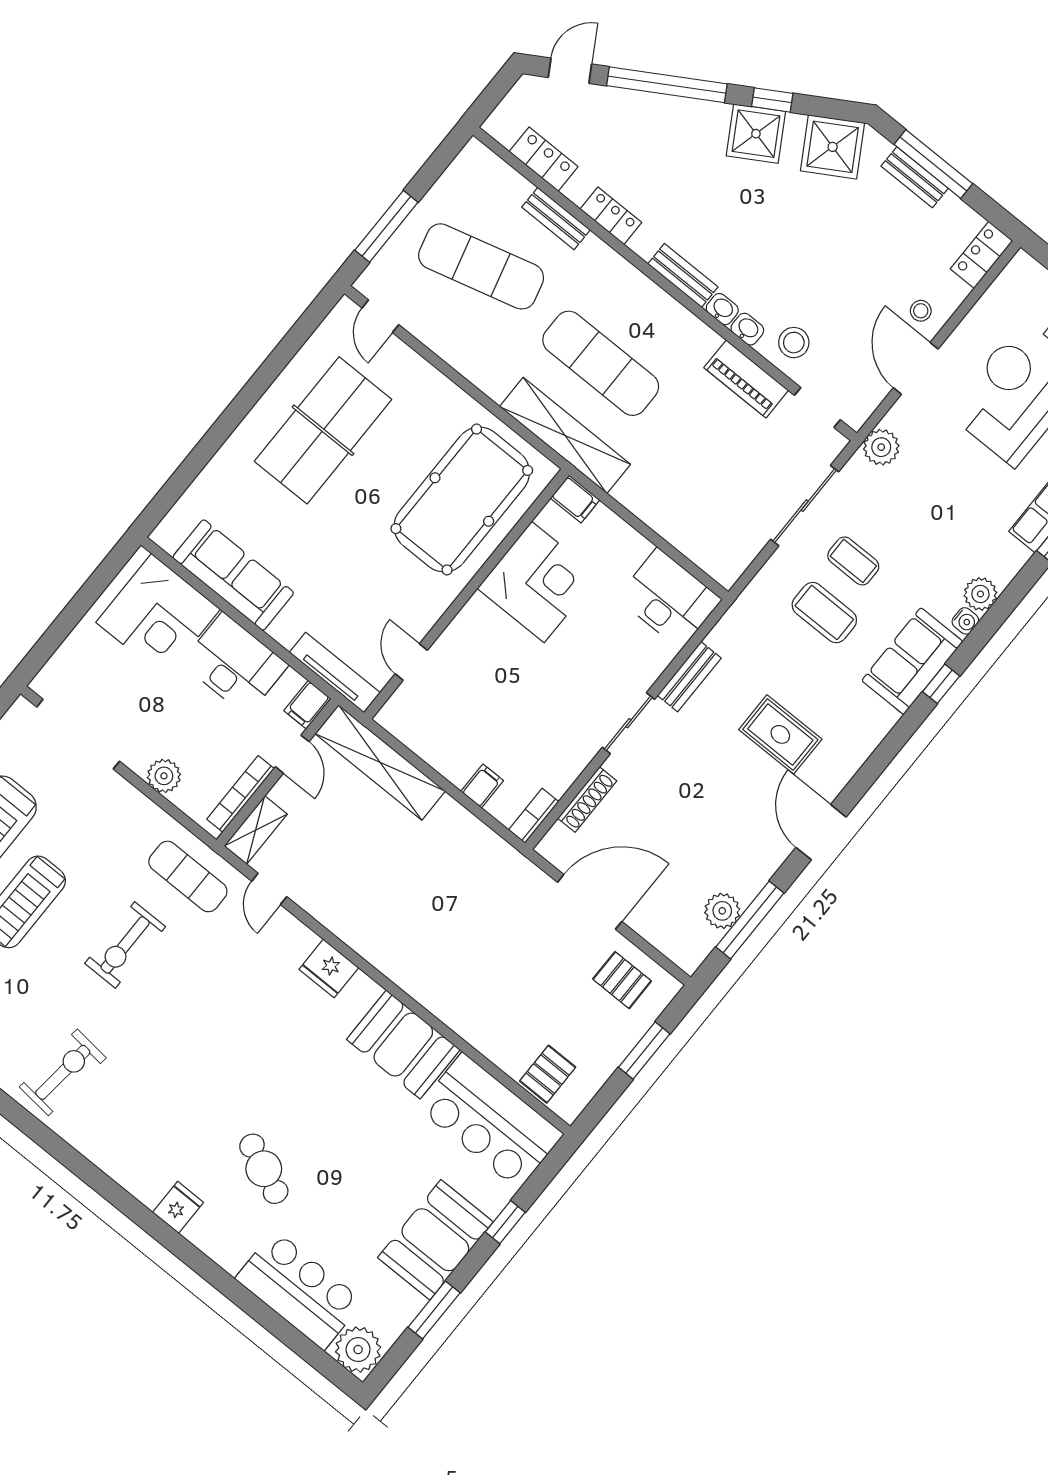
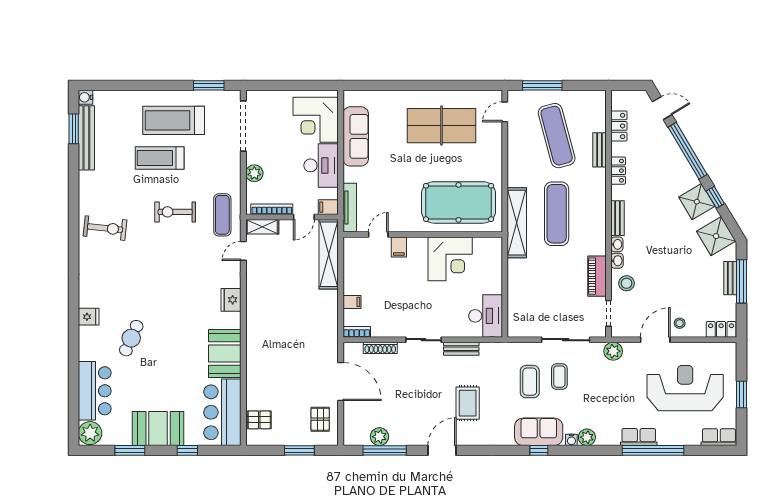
filing cabinet: (575, 499) -> (399, 247), moved

